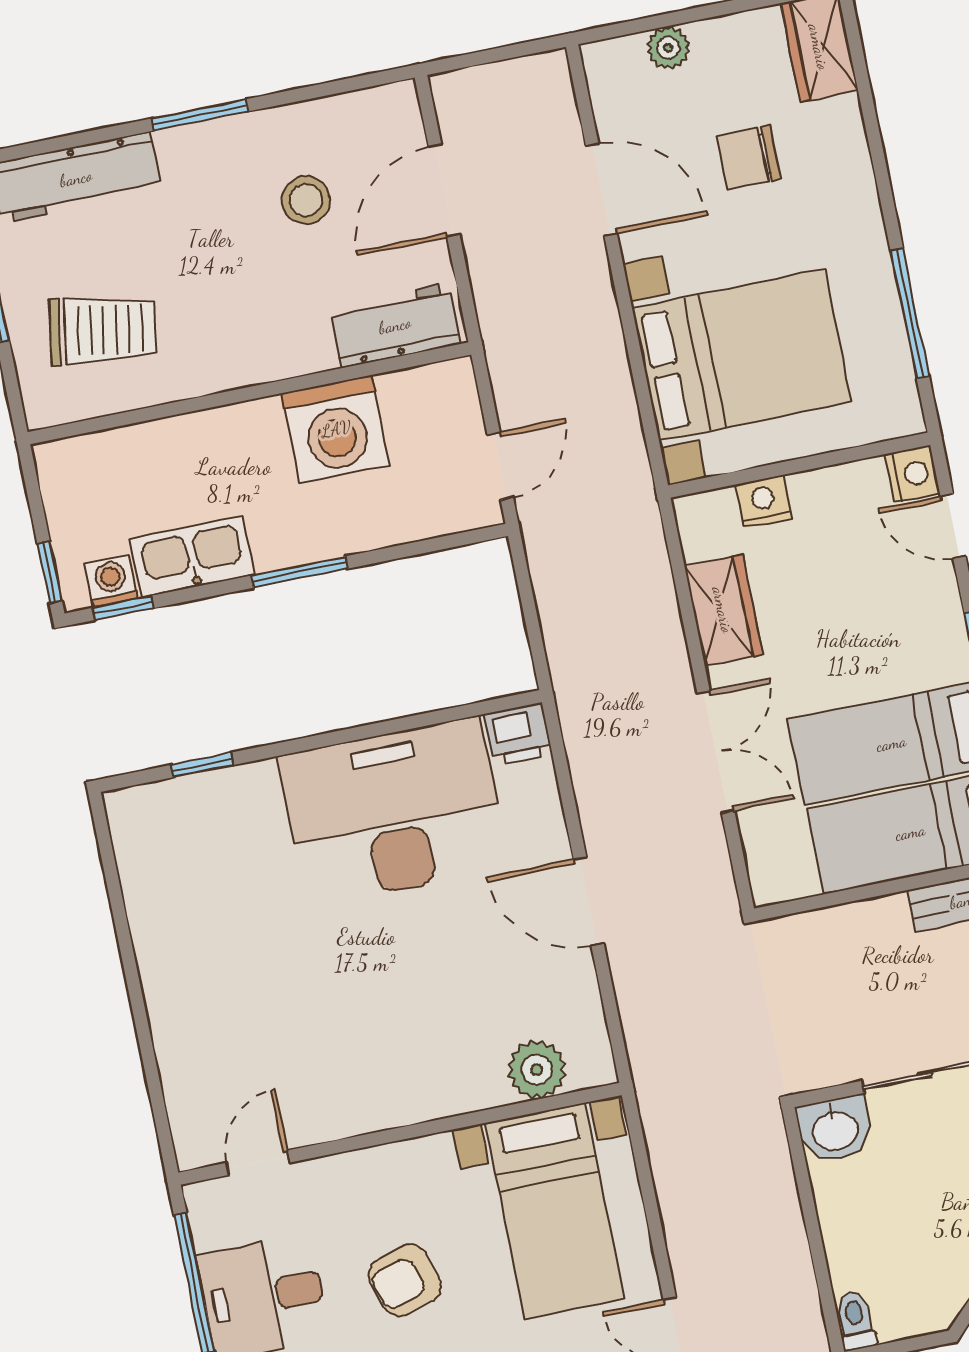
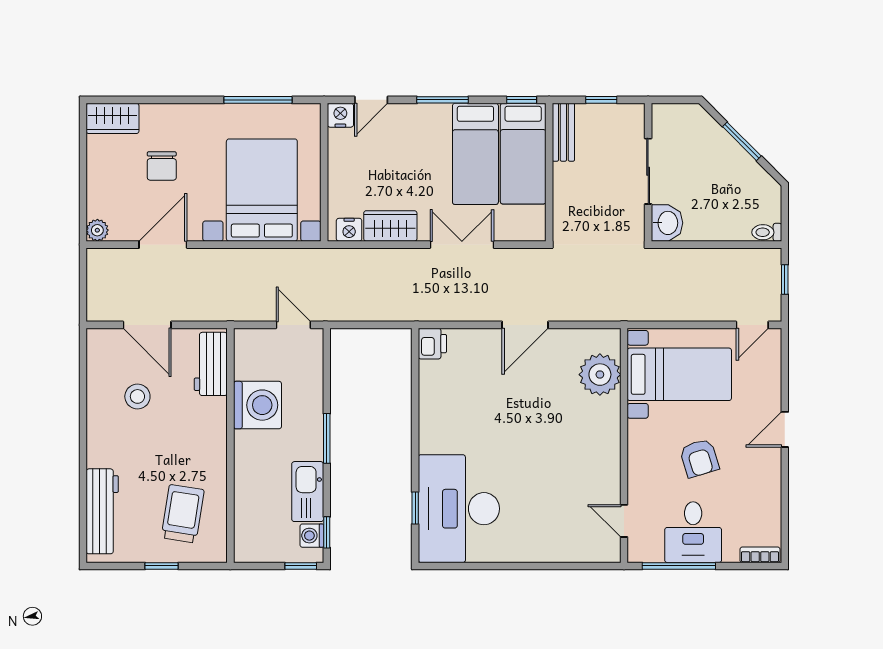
plant: (668, 48) -> (97, 230), moved
window: (200, 115) -> (83, 442), removed
nightstand: (764, 501) -> (349, 230), moved, turned -90
desk: (394, 812) -> (459, 509), moved
plant: (537, 1070) -> (600, 375), width x1.36, depth x1.36

